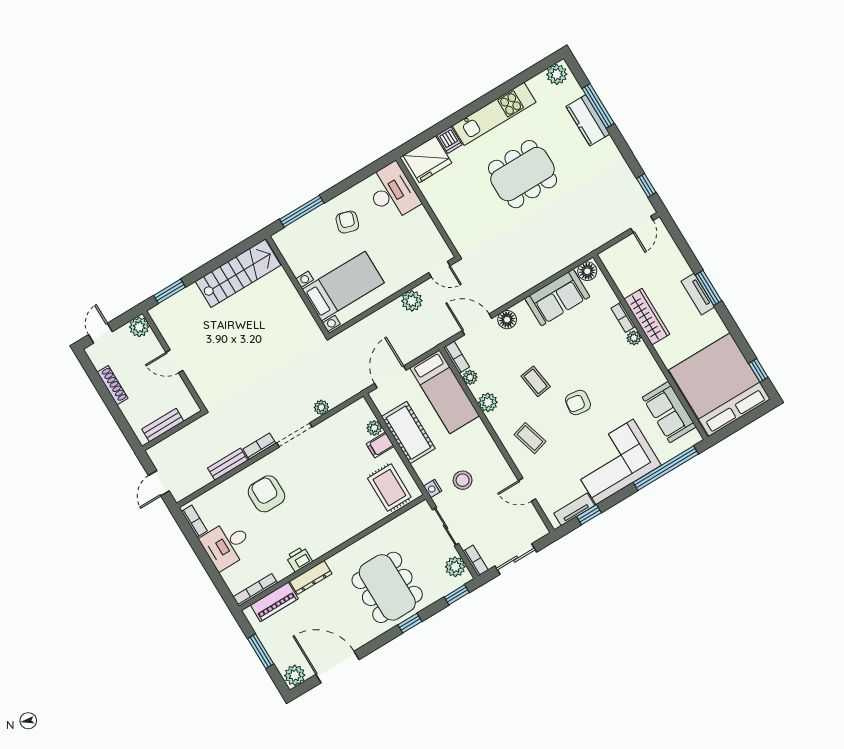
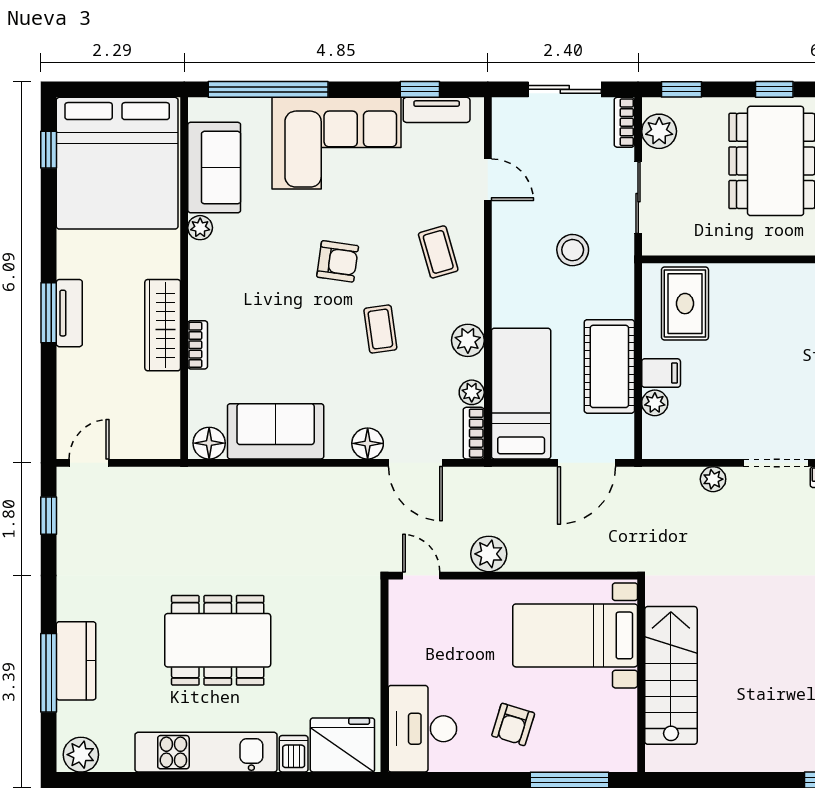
stairs: (238, 273) -> (671, 675), moved, turned 90
plant: (634, 338) -> (200, 228), moved
nightstand: (433, 488) -> (623, 264), removed

